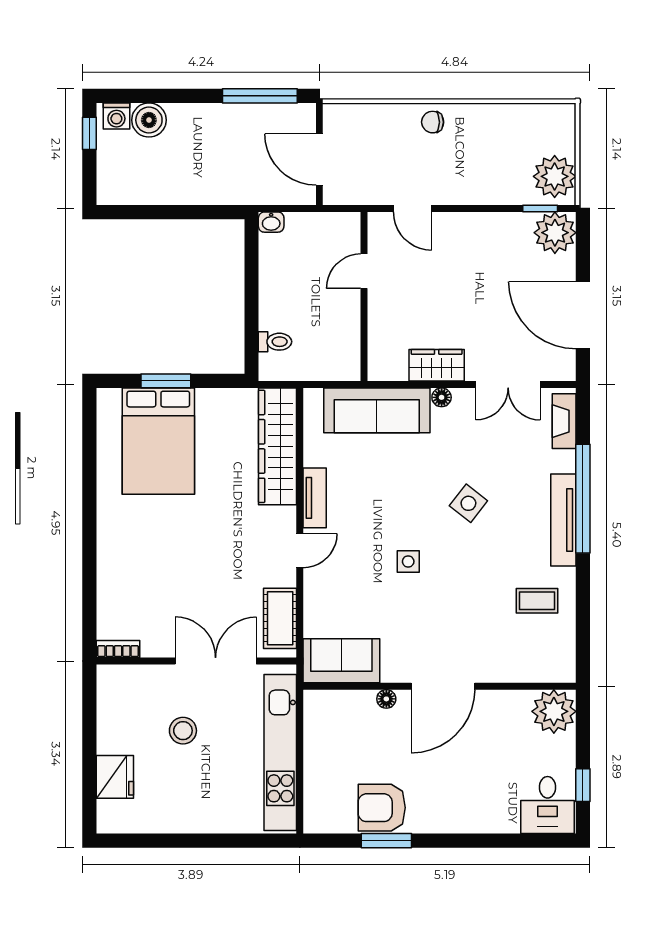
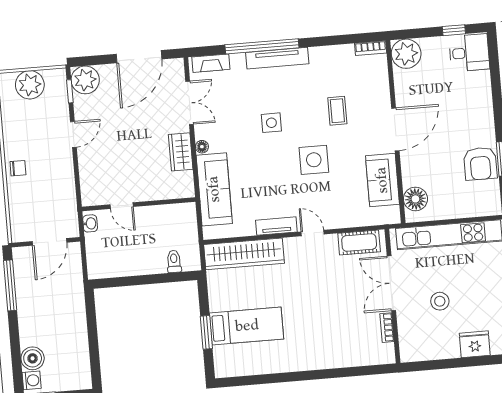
chair: (433, 122) -> (18, 168), turned -90
plant: (555, 176) -> (30, 85), moved
door: (412, 208) -> (73, 134), moved
washbasin: (271, 222) -> (90, 223), moved
bed: (158, 441) -> (247, 326), width x0.67
side table: (468, 503) -> (271, 123), turned -38
side table: (408, 561) -> (314, 160), width x1.87, depth x1.87
coffee table: (537, 601) -> (337, 111), moved
bookcase: (118, 649) -> (387, 328), moved
bookcase: (567, 660) -> (371, 48), added
sofa: (341, 661) -> (382, 180), moved
door: (443, 686) -> (395, 129), hinge flipped
floor lamp: (386, 699) -> (415, 199), moved, width x1.89, depth x1.89

